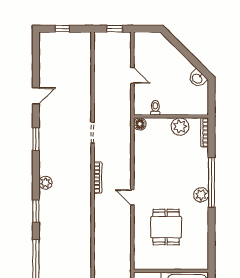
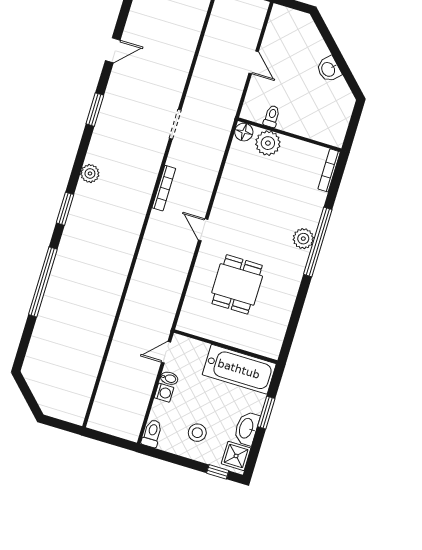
washbasin: (197, 78) -> (329, 69), moved
plant: (180, 126) -> (268, 143), moved
plant: (201, 195) -> (303, 239), moved

